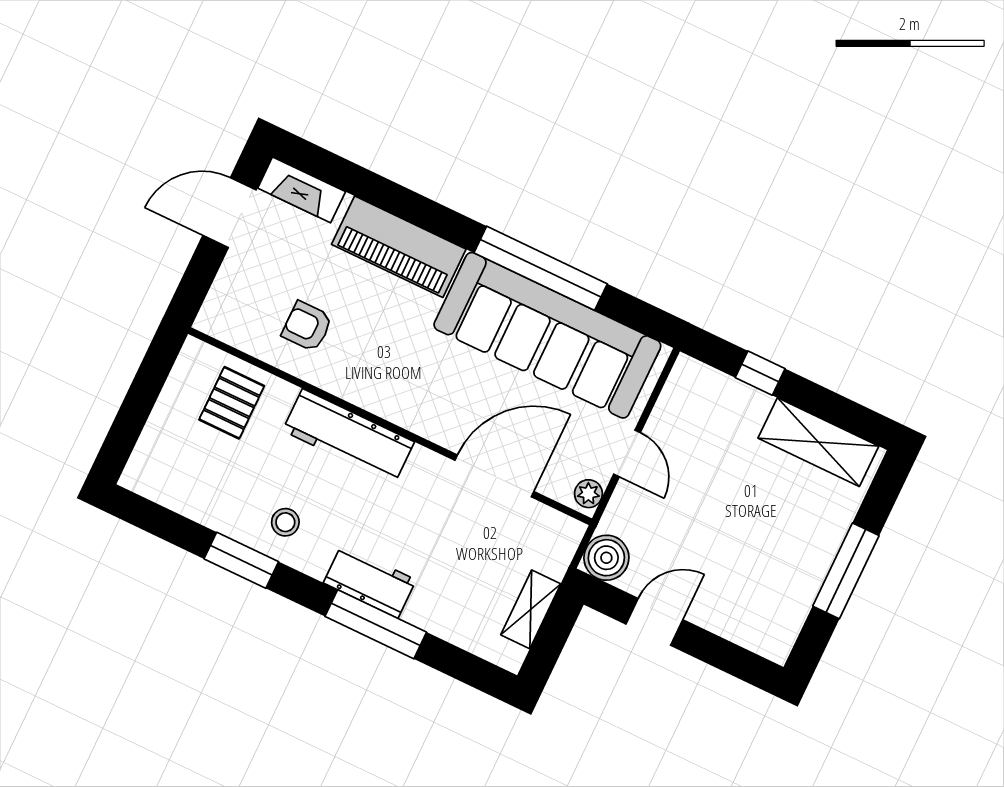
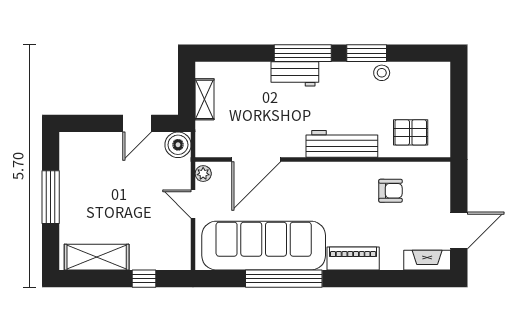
piano: (399, 247) -> (353, 258), width x0.73, depth x0.75
pallet: (232, 403) -> (411, 132), turned 90
stool: (285, 522) -> (382, 73), moved
window: (376, 624) -> (303, 53), moved

